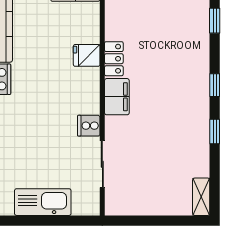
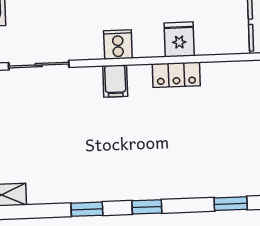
filing cabinet: (117, 97) -> (115, 81), width x0.50
cooker: (89, 126) -> (118, 44), moved

